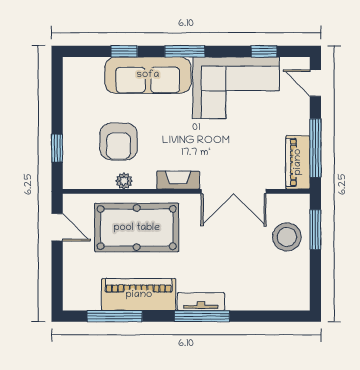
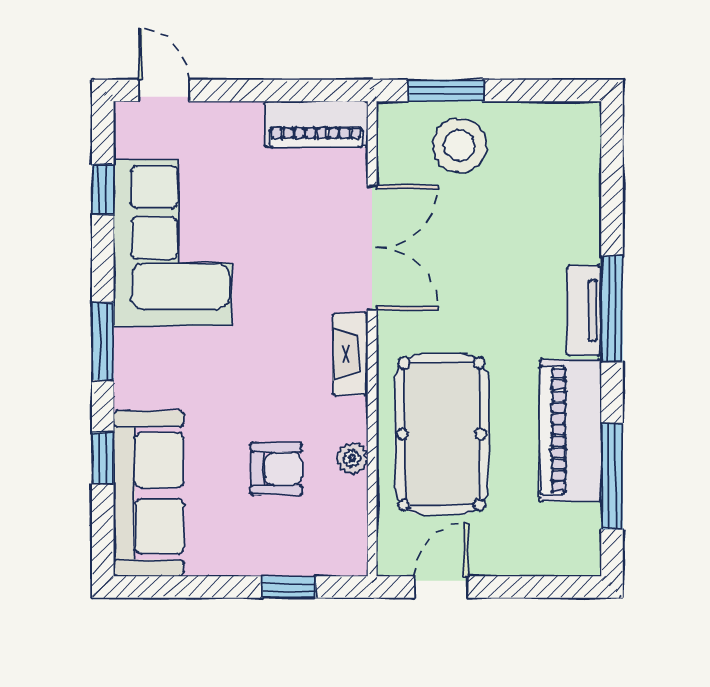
sofa: (148, 75) -> (149, 493), moved
door: (315, 83) -> (164, 91), swing flipped
armchair: (119, 141) -> (276, 469), width x0.72, depth x0.72
window: (315, 148) -> (289, 91), removed

